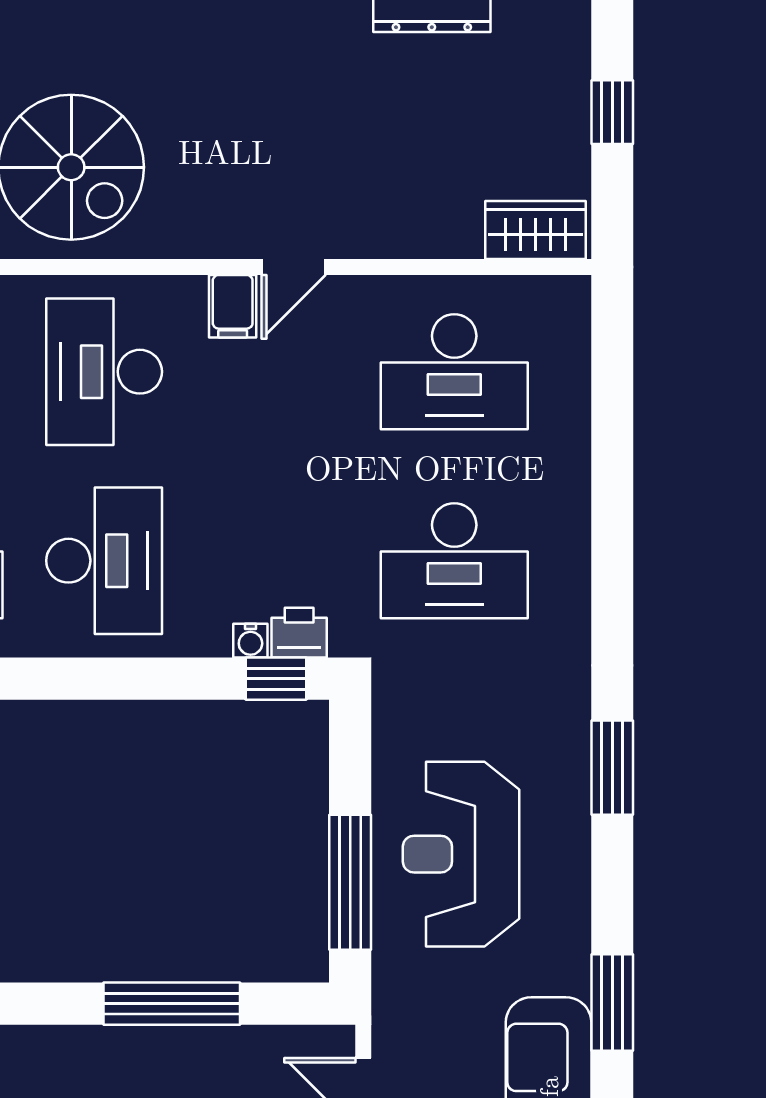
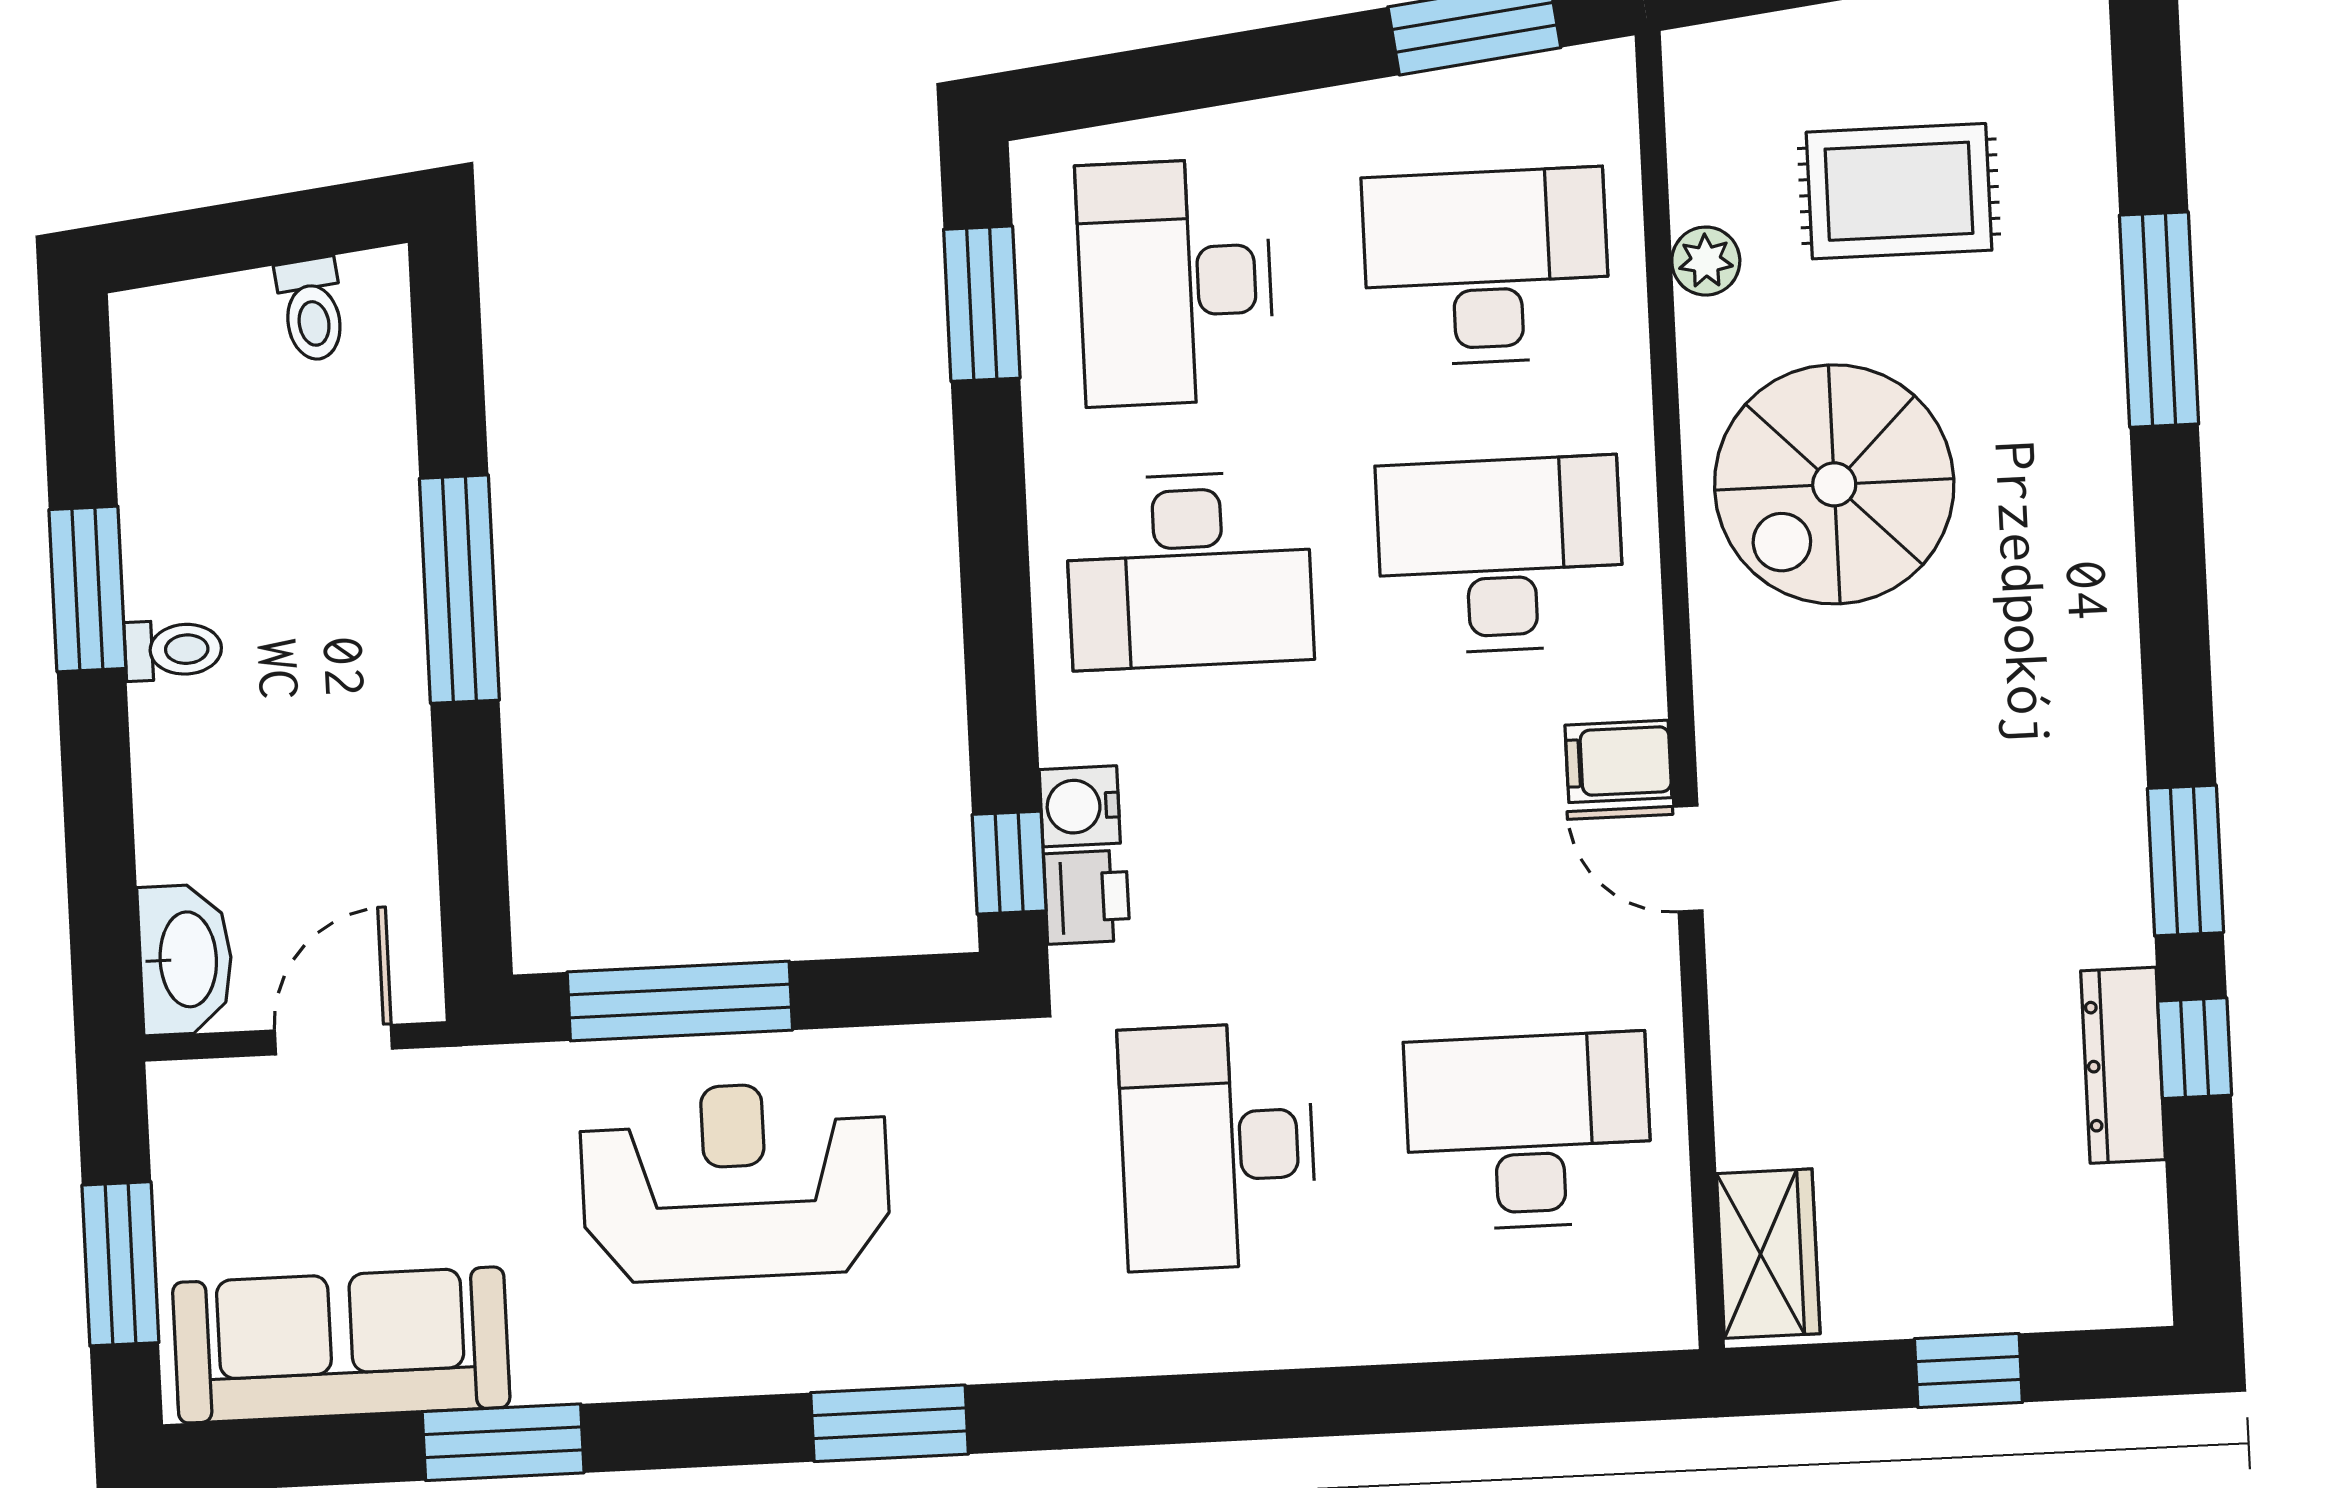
desk: (454, 372) -> (1529, 1131), turned 90
water cooler: (250, 641) -> (1080, 806), width x1.38, depth x1.38
window: (172, 1004) -> (459, 589), moved

